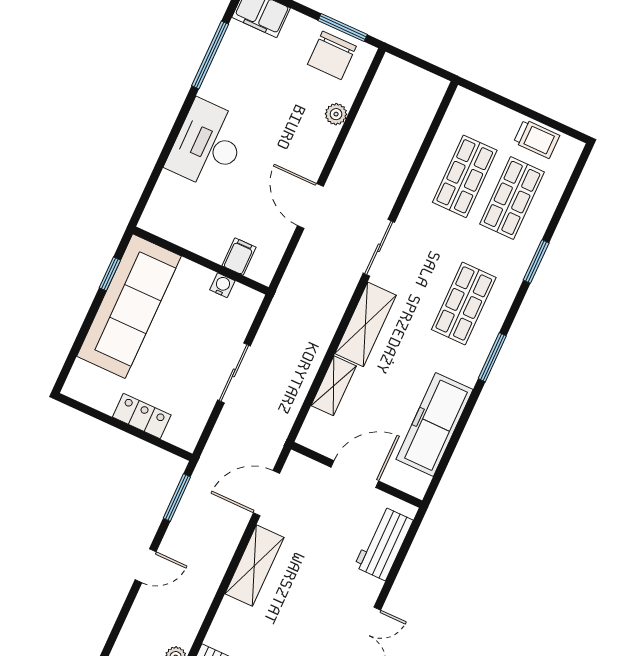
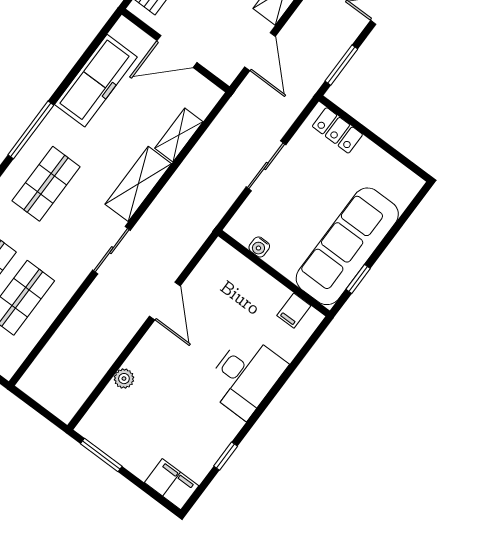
window: (210, 55) -> (226, 456), width x0.46
chair: (332, 55) -> (116, 432), removed
filing cabinet: (239, 256) -> (294, 311), moved
window: (492, 357) -> (31, 130), width x1.44
locker: (142, 416) -> (337, 130), moved
door: (267, 493) -> (260, 52), hinge flipped

